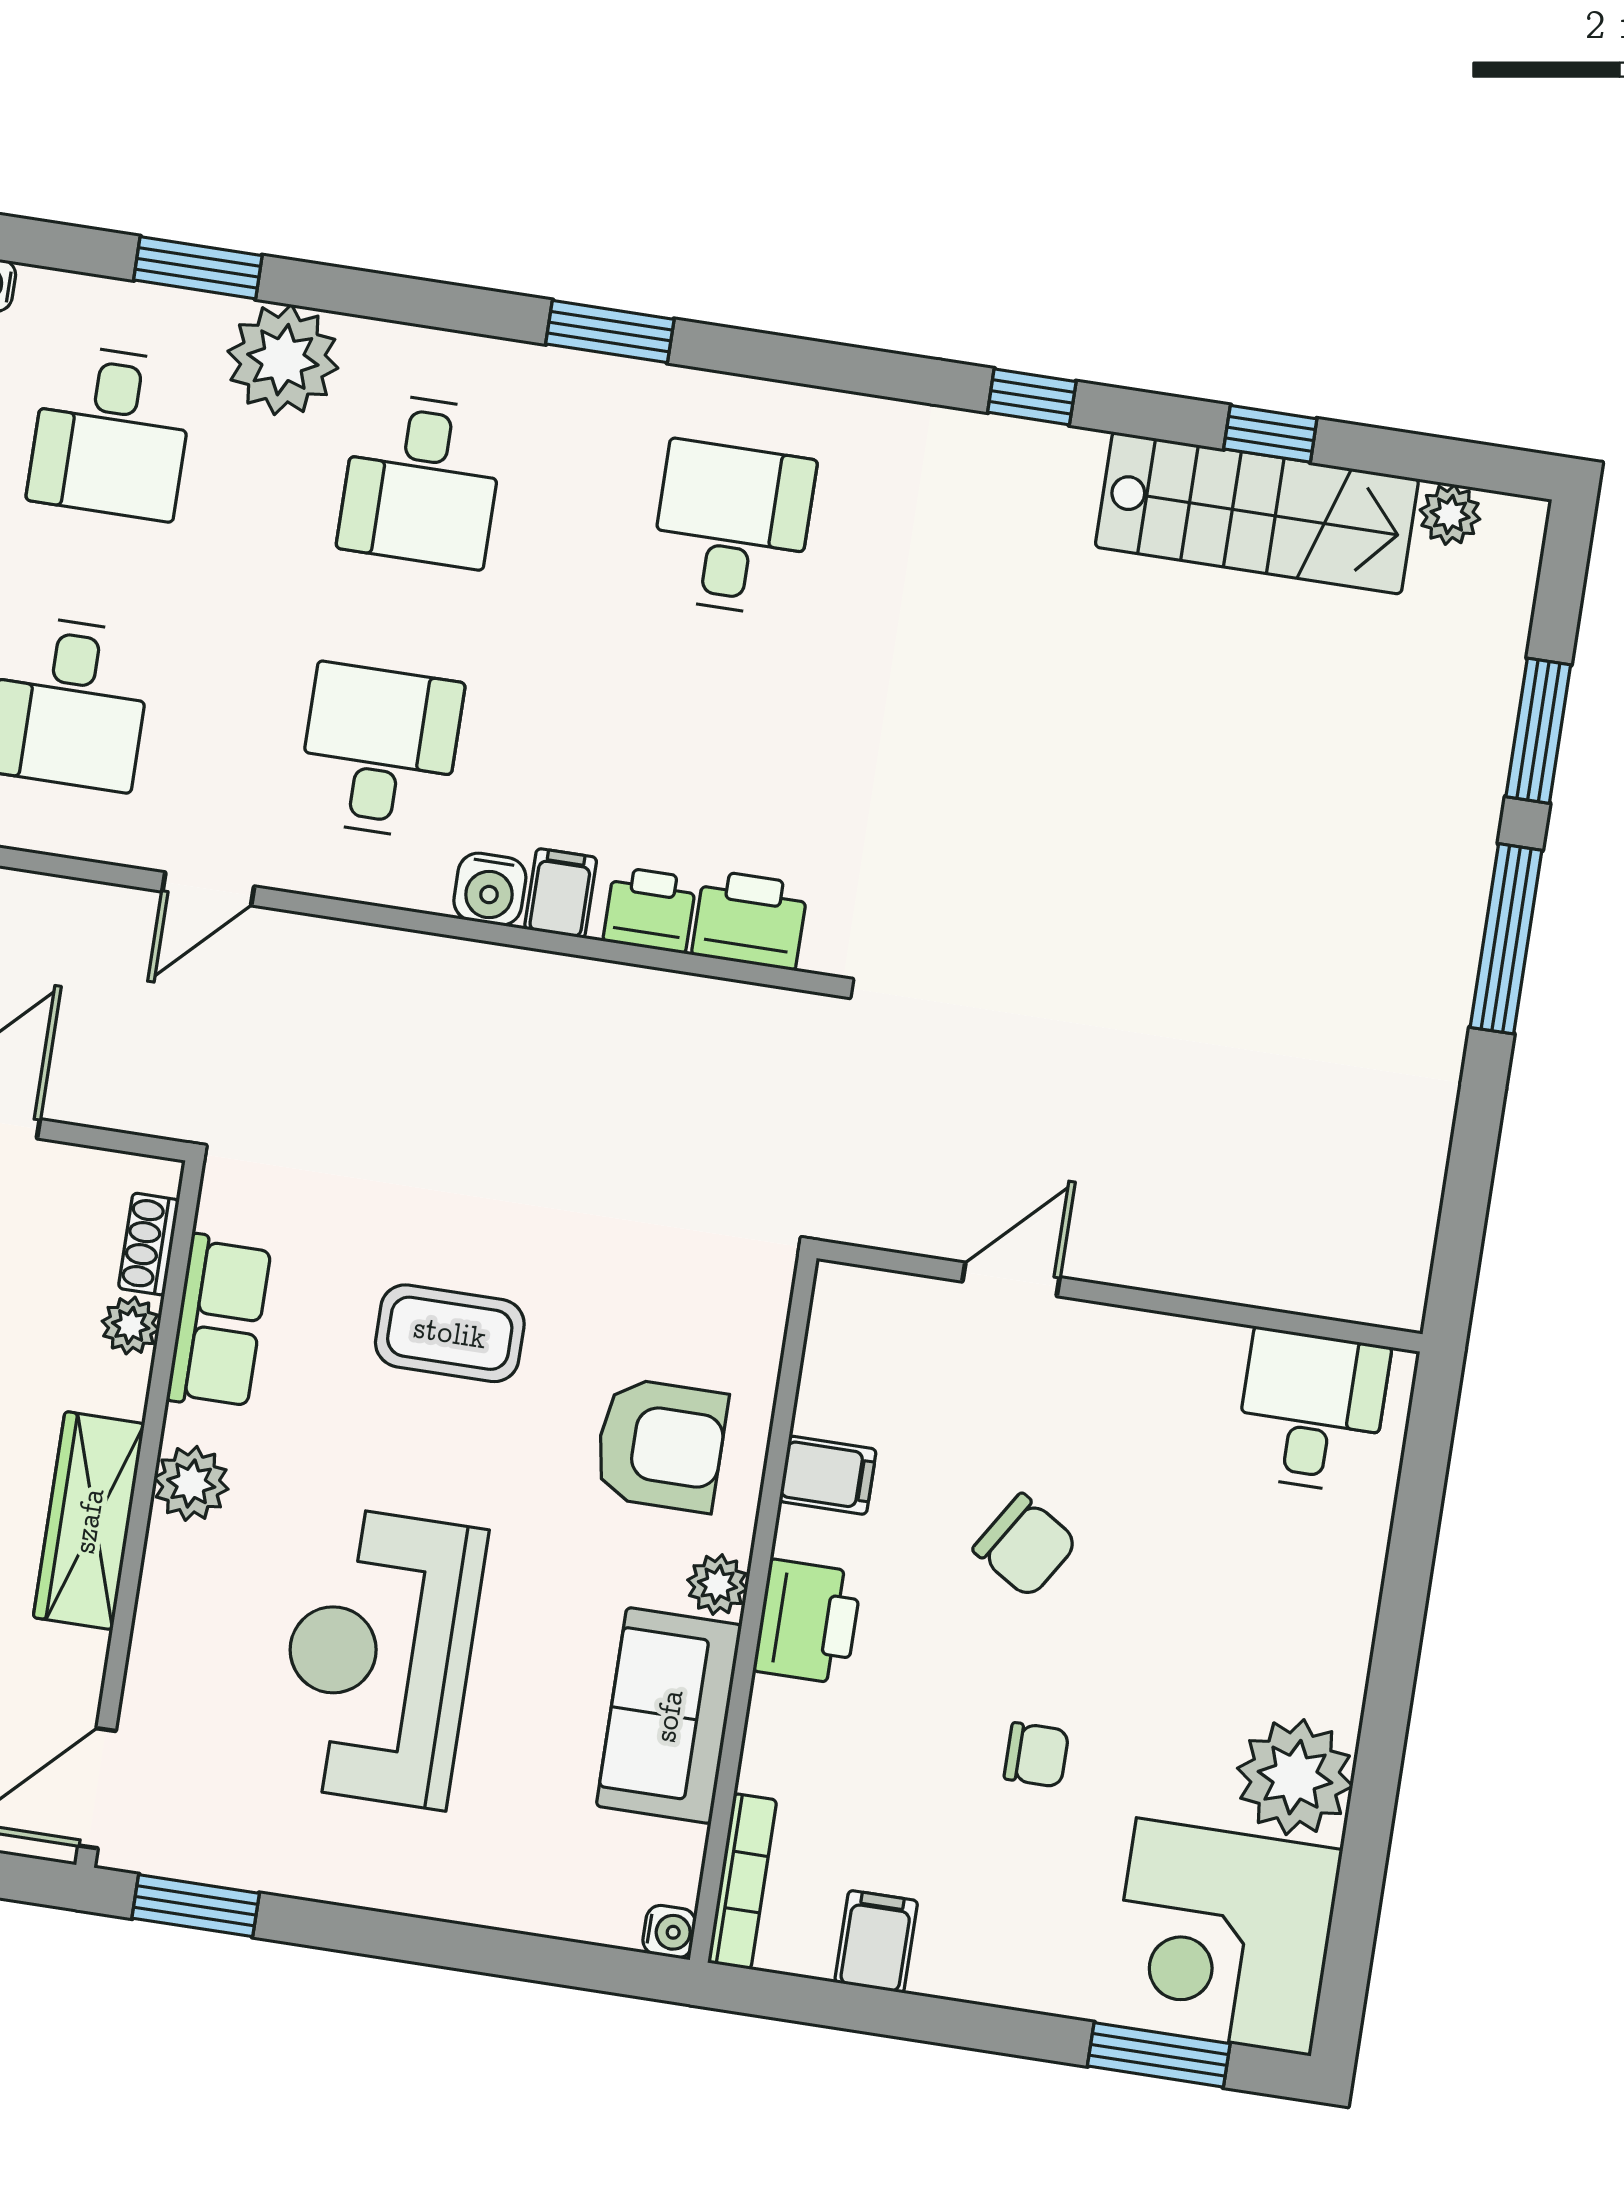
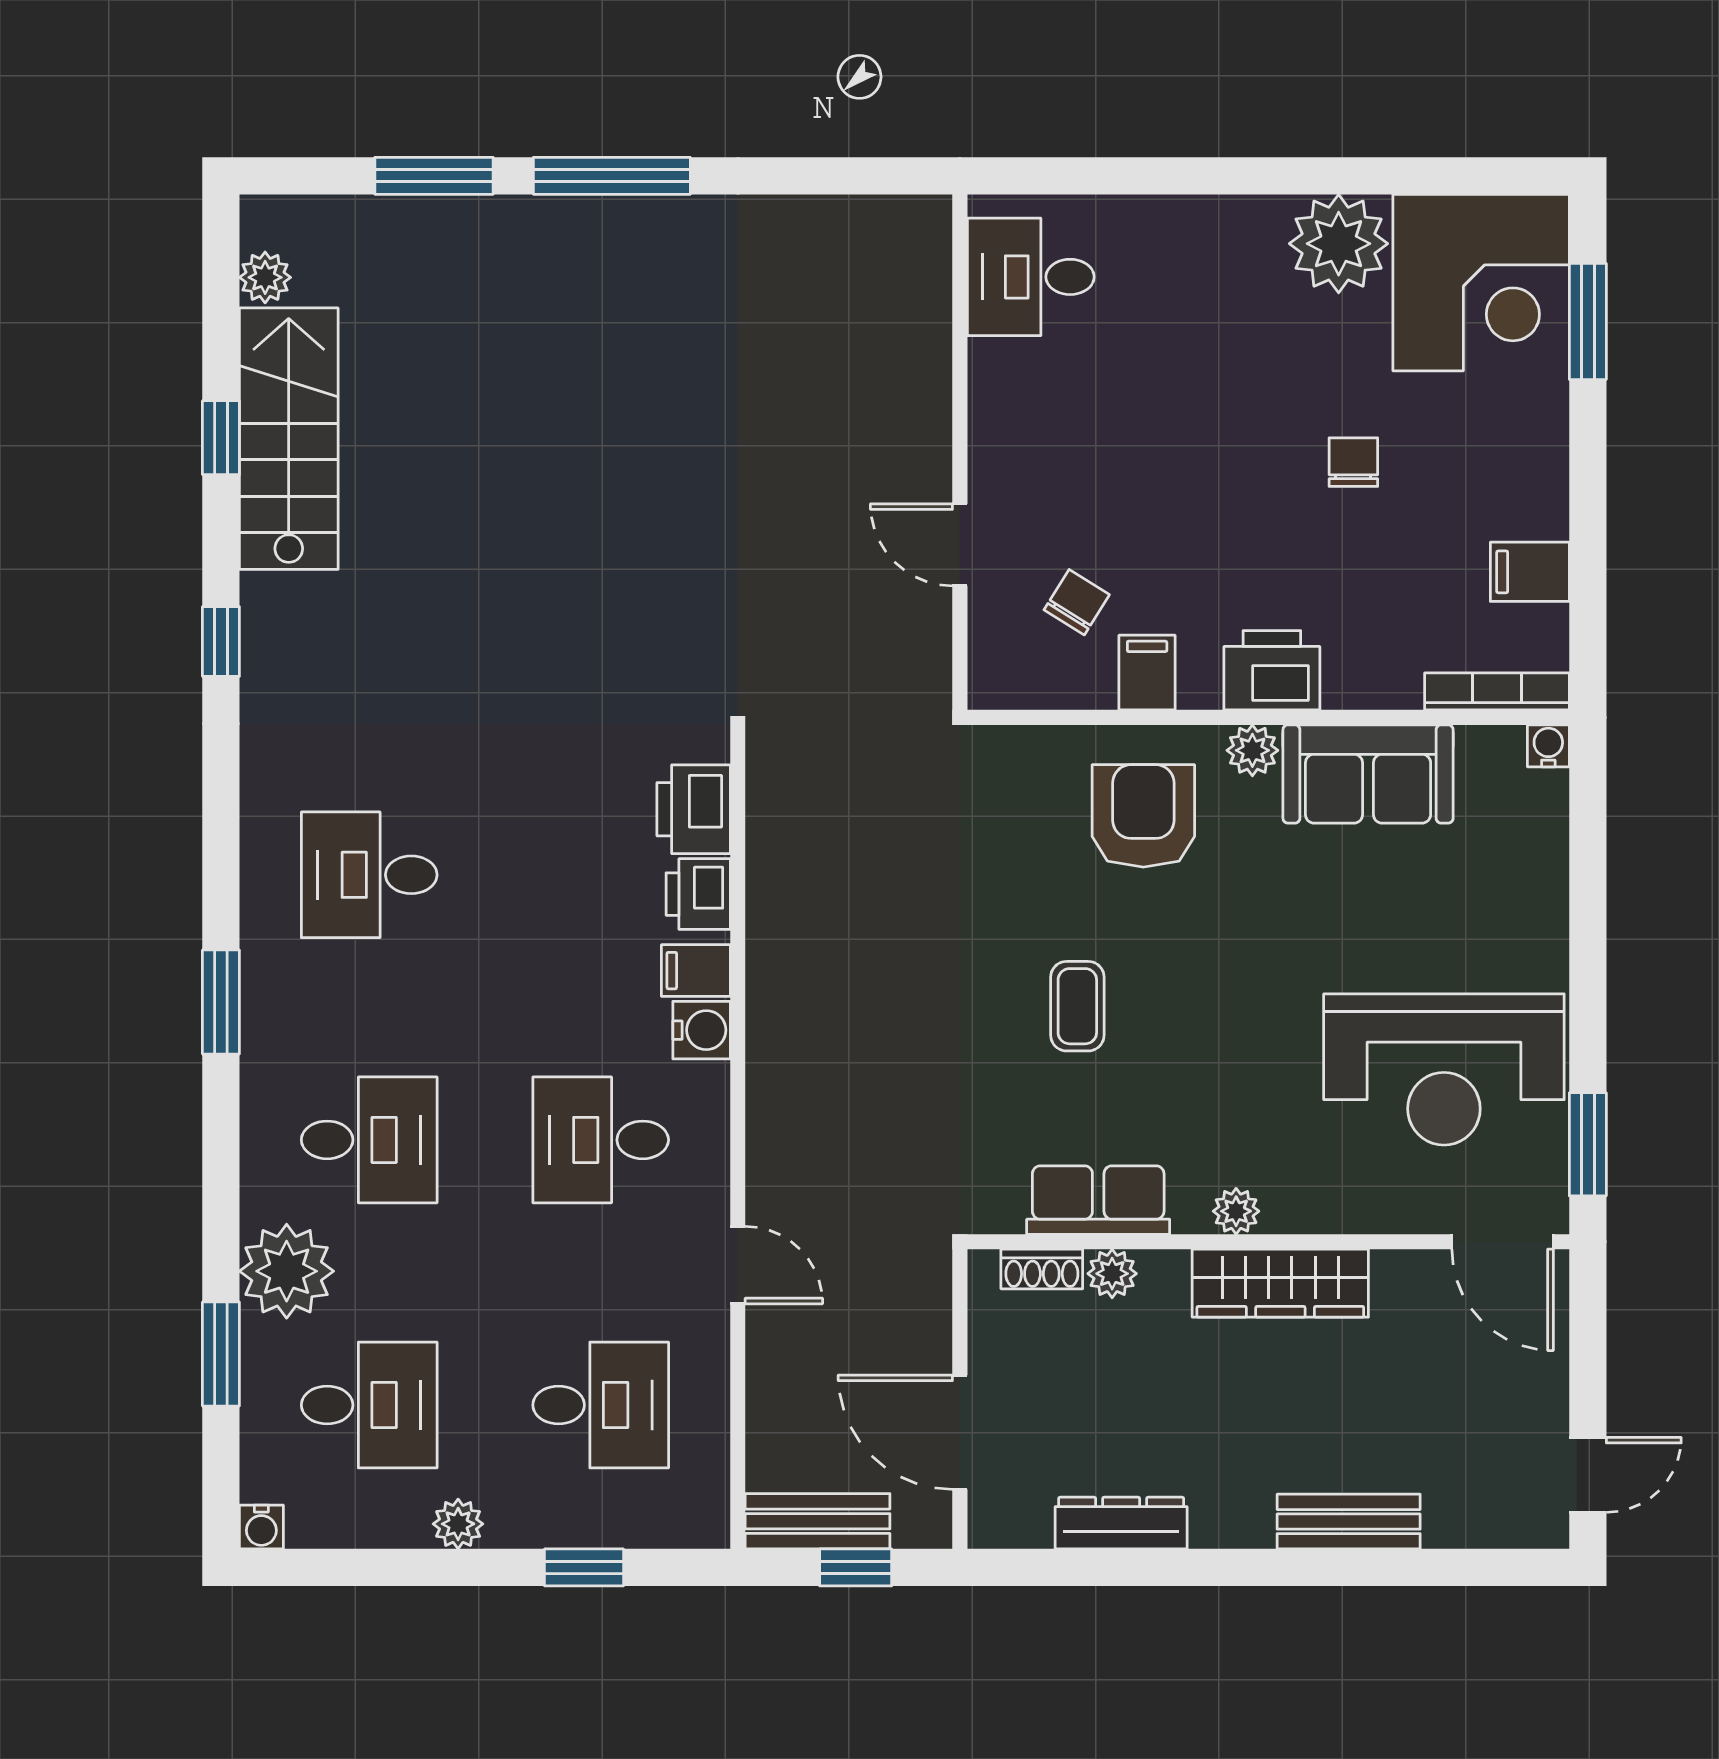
coffee table: (450, 1333) -> (1077, 1006), width x0.73, depth x0.77
plant: (191, 1483) -> (1236, 1211), width x0.73, depth x0.73
chair: (1025, 1546) -> (1077, 602), moved, width x0.73, depth x0.73
reception desk: (379, 1657) -> (1444, 1069), moved

